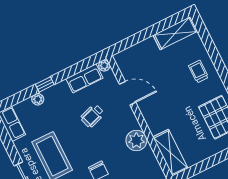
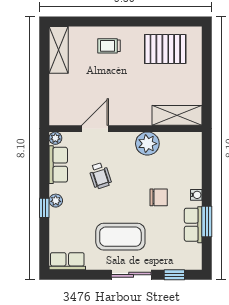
plant: (38, 99) -> (56, 201), moved

